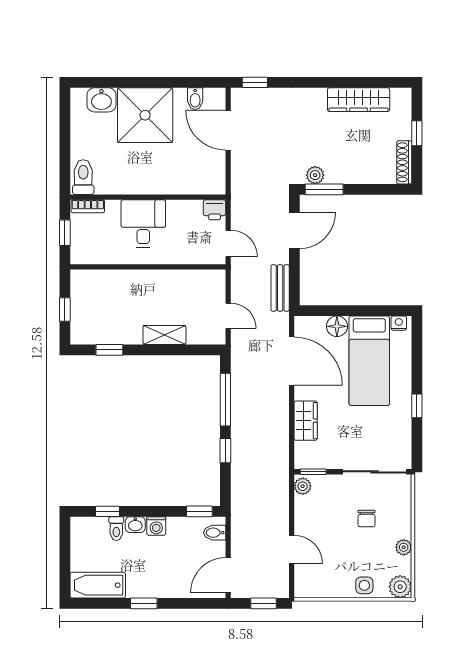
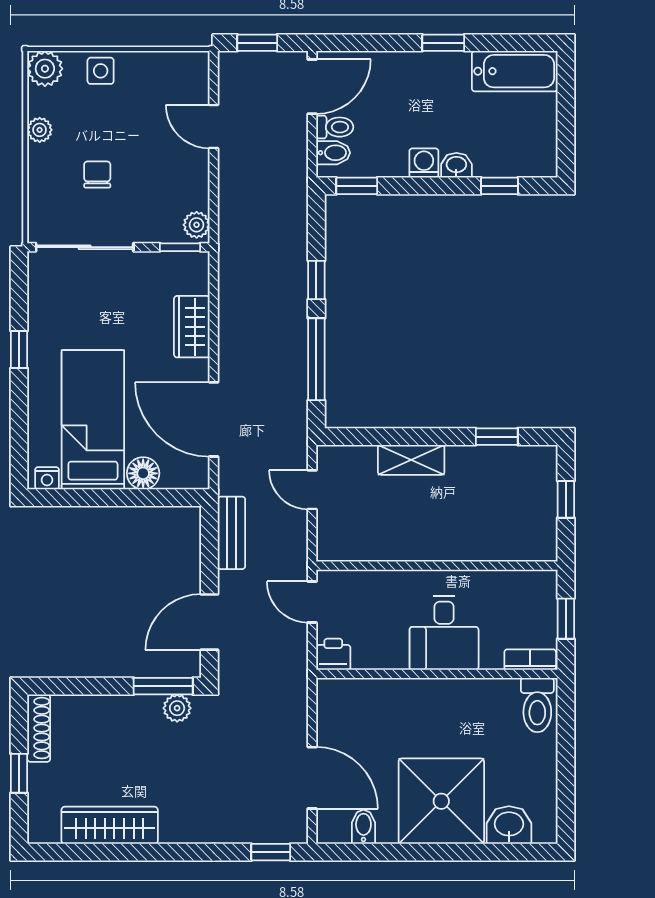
toilet: (116, 529) -> (335, 127), moved, turned 90

